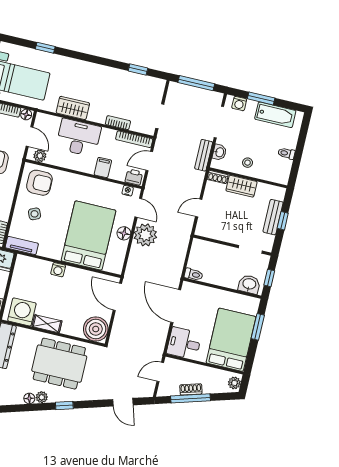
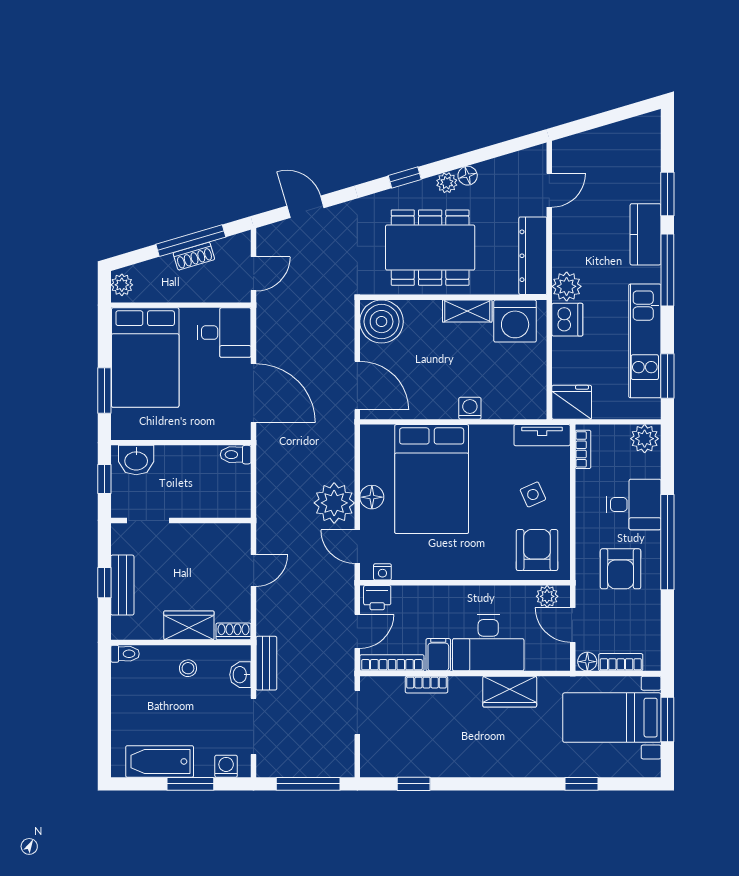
toilet: (286, 153) -> (125, 654), moved
filing cabinet: (103, 167) -> (438, 655), moved, turned 180
armchair: (39, 183) -> (537, 550), turned 90

